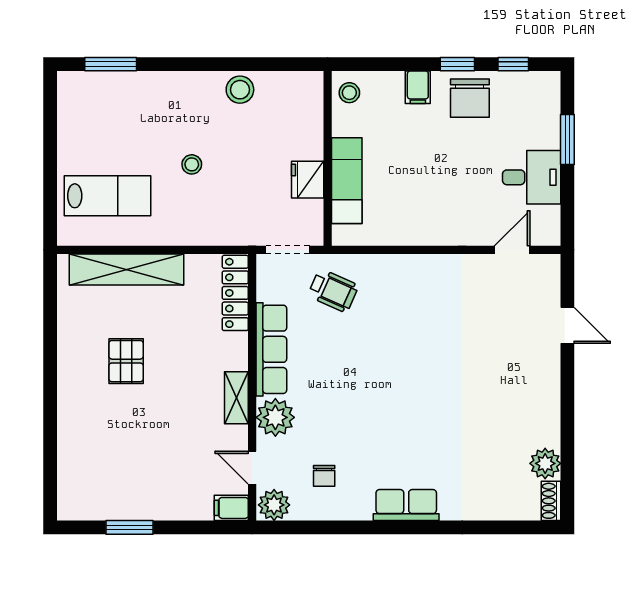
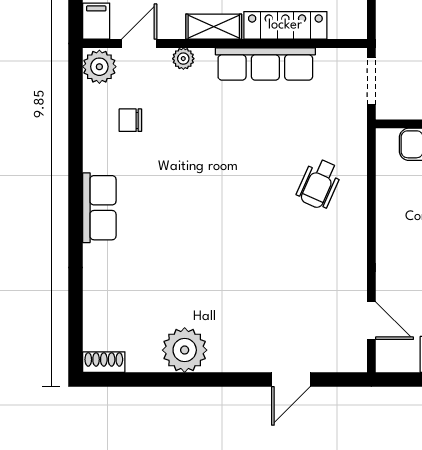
wheelchair: (333, 291) -> (319, 184), moved
locker: (235, 293) -> (285, 25), moved
plant: (275, 417) -> (183, 59), width x0.53, depth x0.53
plant: (545, 463) -> (185, 350), moved, width x1.36, depth x1.36

